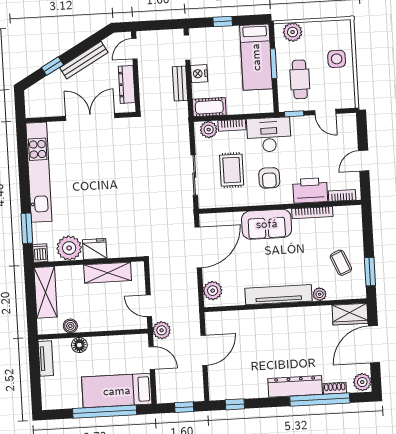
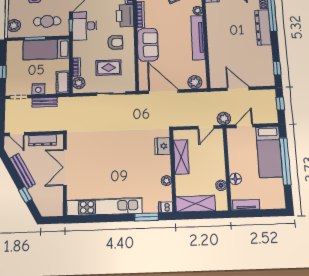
bed: (256, 57) -> (46, 49), moved, turned 180
desk: (269, 135) -> (84, 26), moved
plant: (69, 248) -> (166, 181), width x0.53, depth x0.53
fridge: (95, 249) -> (163, 146), moved

